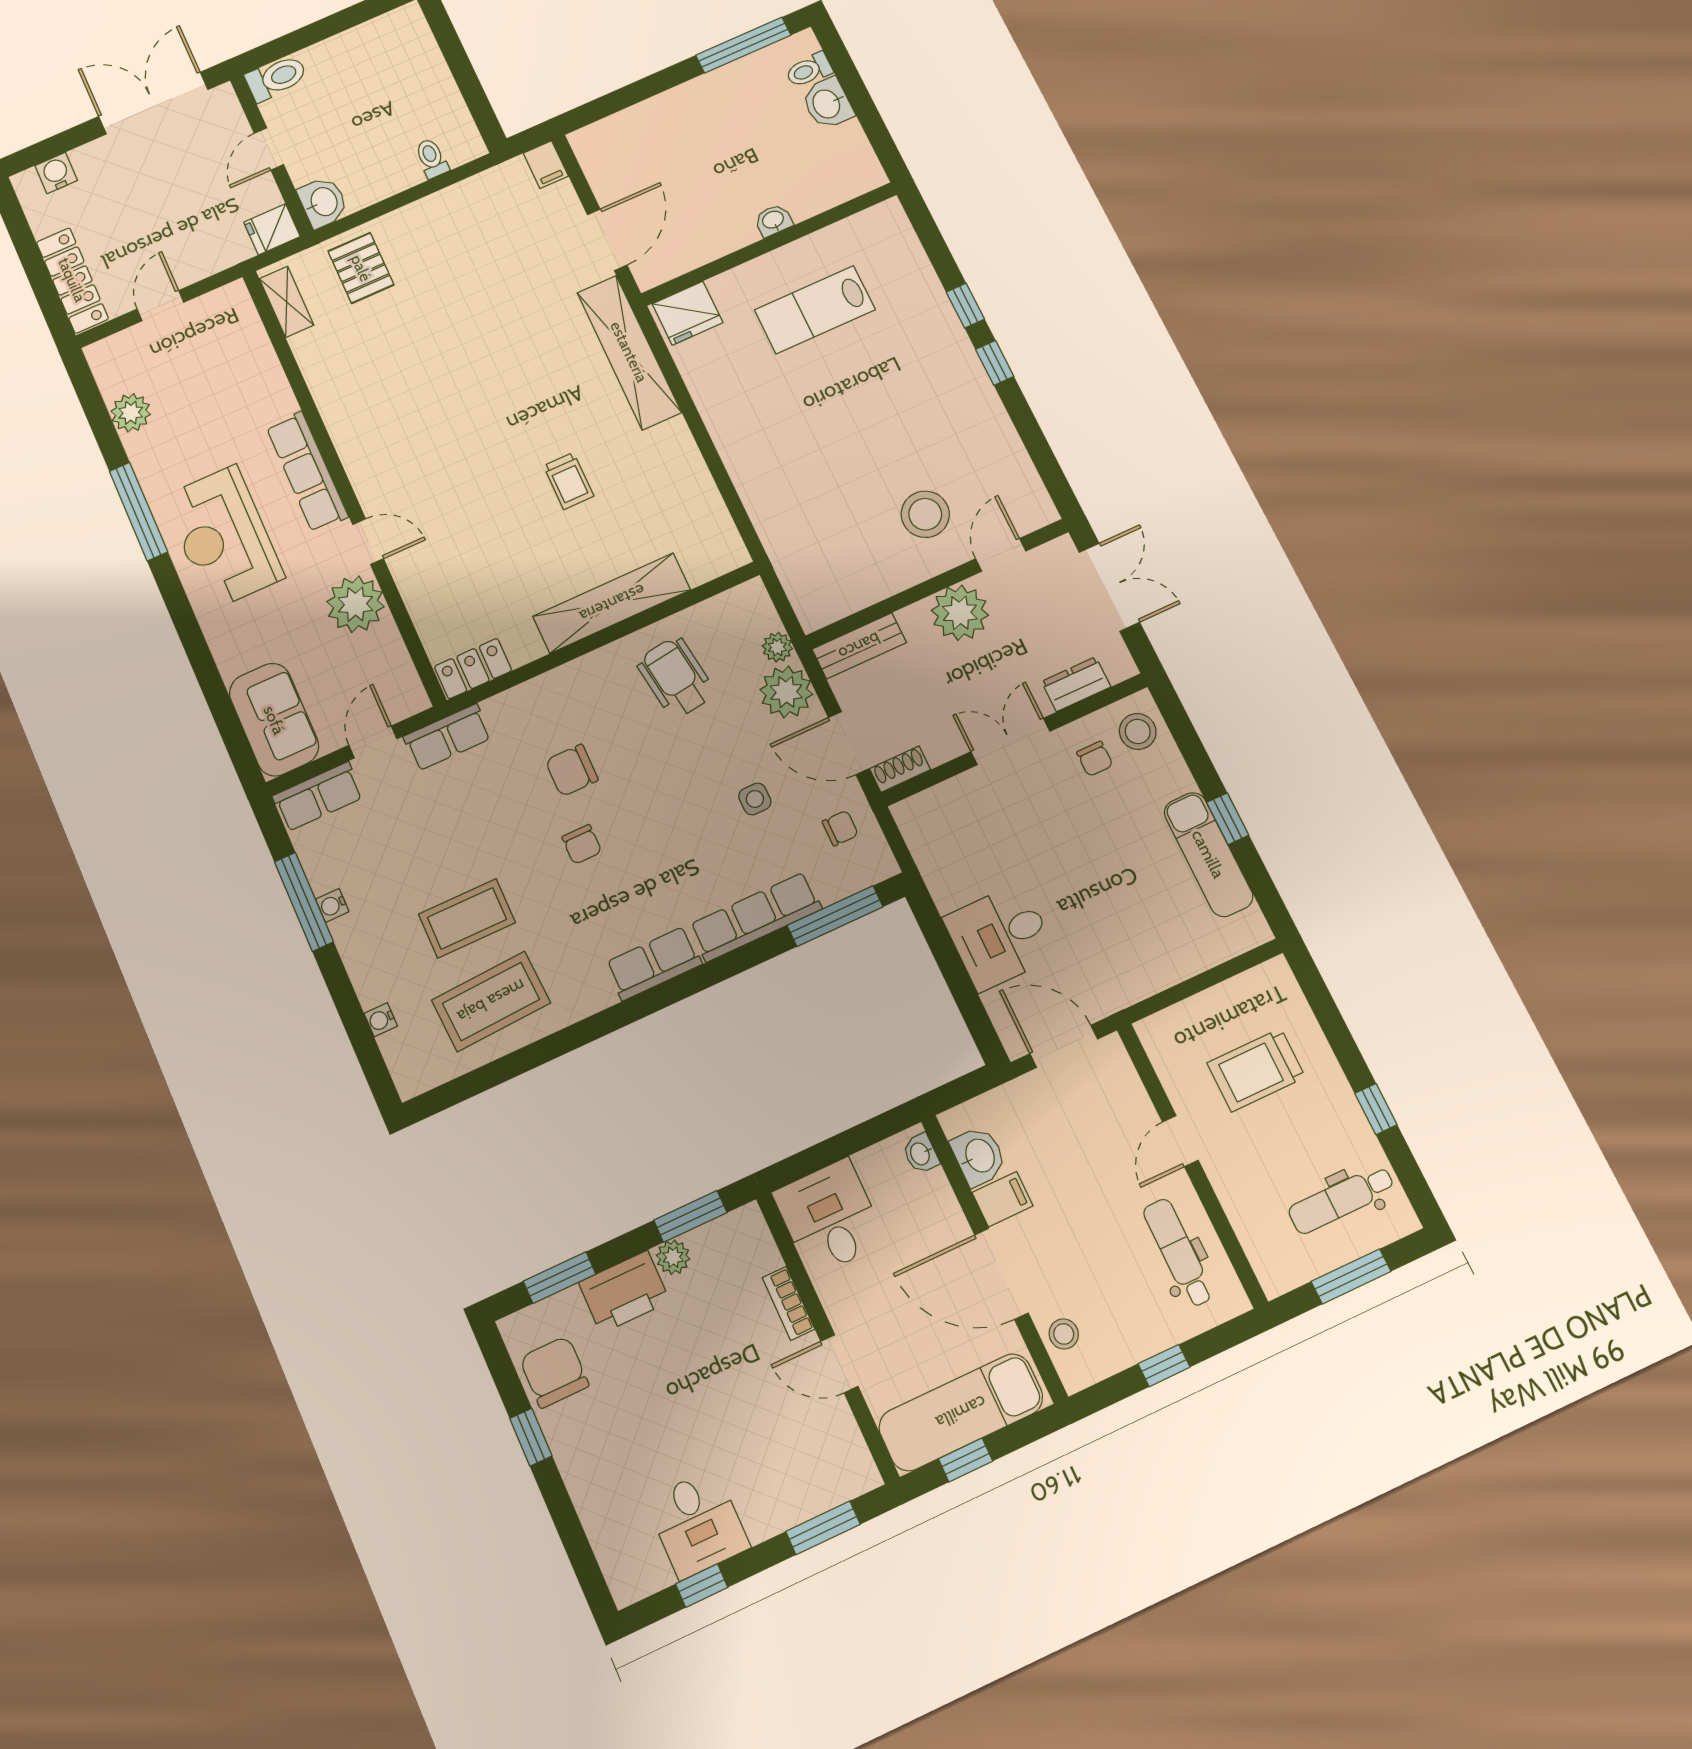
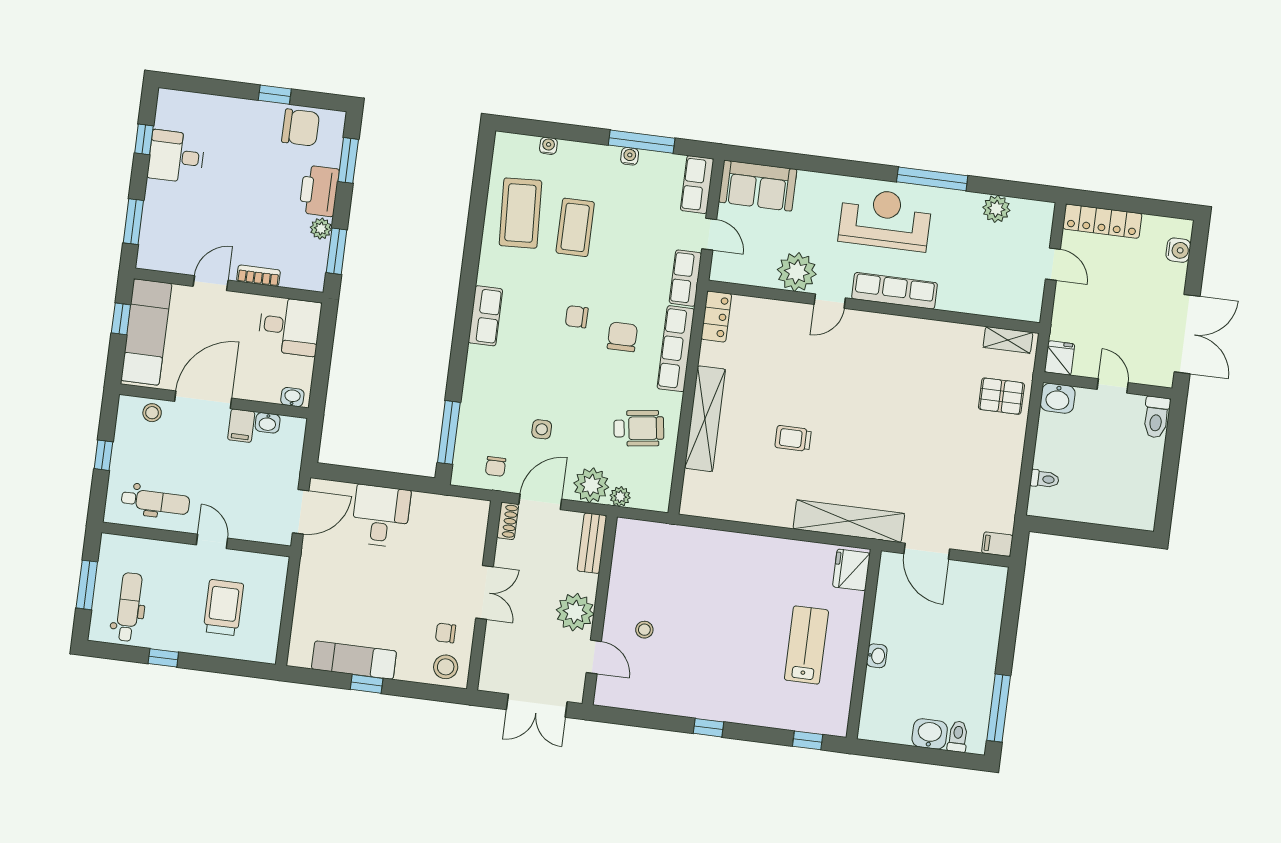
window: (965, 306) -> (808, 740), moved
stool: (925, 514) -> (644, 630), width x0.53, depth x0.53
dresser: (1076, 684) -> (494, 650), removed
row of seats: (756, 917) -> (676, 349), moved, turned 180
washbasin: (979, 1156) -> (268, 423), width x0.72, depth x0.69

